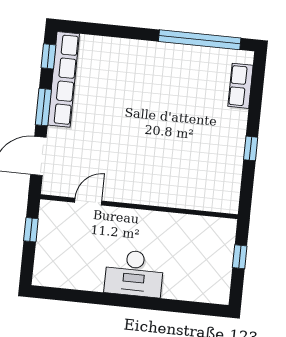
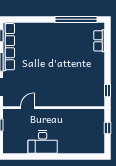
window: (251, 148) -> (108, 91), moved
desk: (134, 273) -> (43, 142), moved

